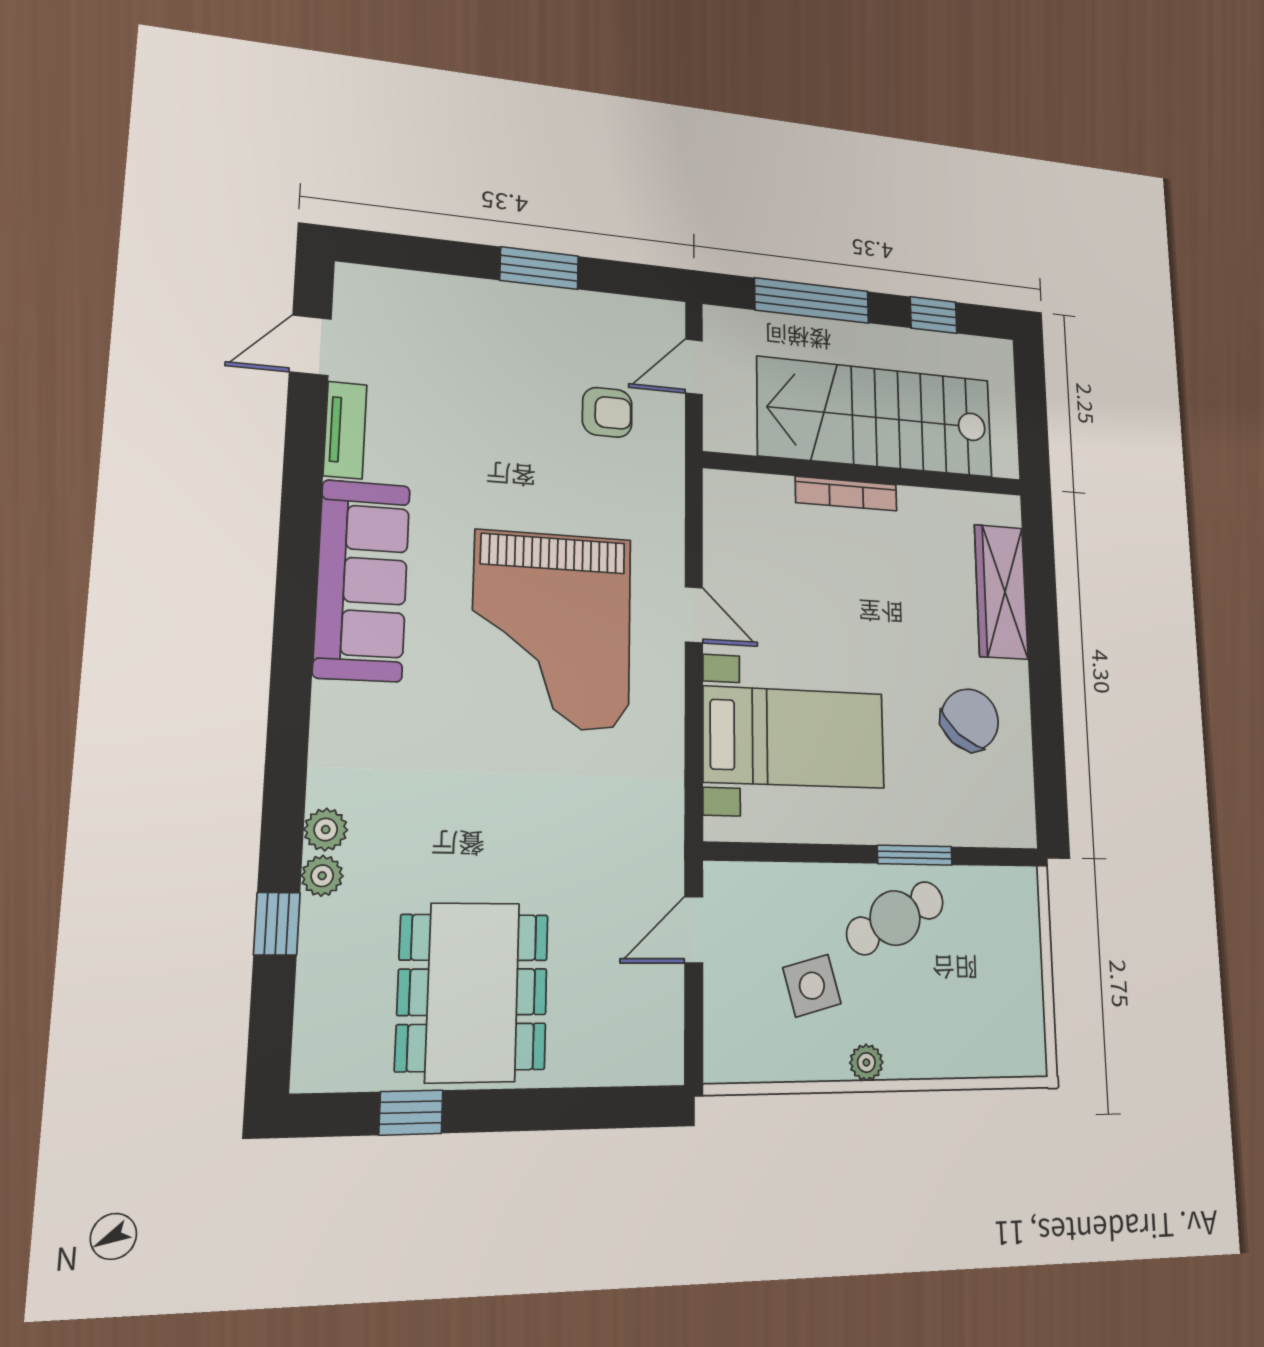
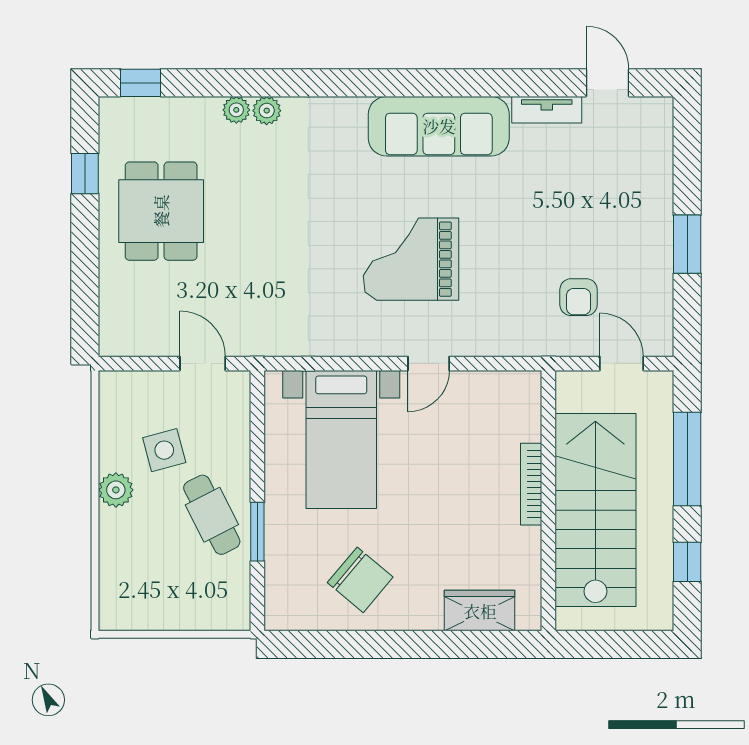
wardrobe: (1001, 592) -> (480, 611), width x0.67
grand piano: (552, 630) -> (411, 259), width x0.73, depth x0.68
window: (277, 924) -> (140, 83), moved
dining table: (473, 992) -> (161, 211), width x0.73
plant: (866, 1062) -> (116, 490), width x1.38, depth x1.38

